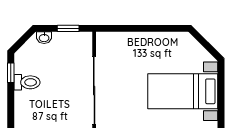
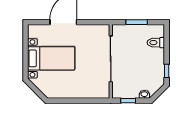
toilet: (27, 82) -> (156, 43), moved

